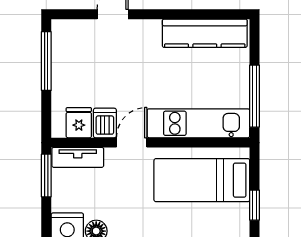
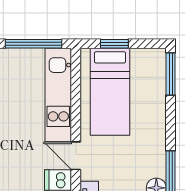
window: (255, 205) -> (114, 44), moved

